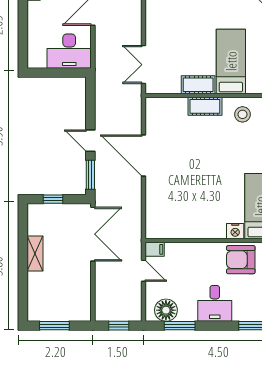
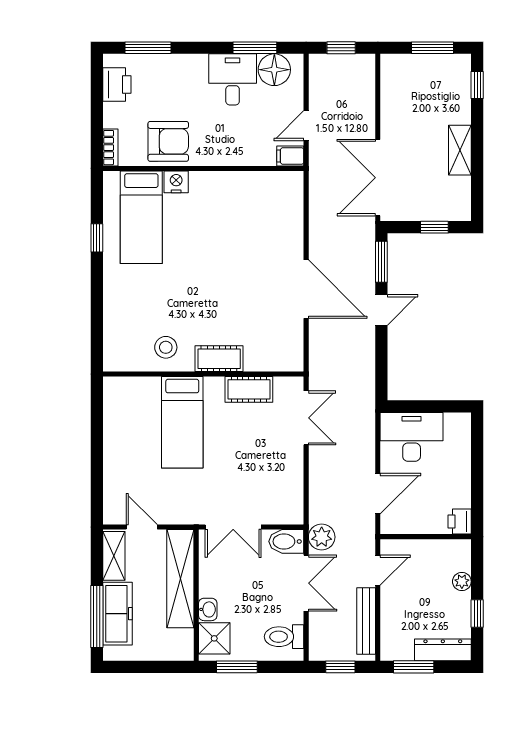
cot: (198, 85) -> (249, 389), moved
door: (90, 141) -> (381, 310), hinge flipped
door: (143, 271) -> (306, 126), hinge flipped
window: (23, 299) -> (477, 85), added
desk: (215, 303) -> (233, 79), moved

